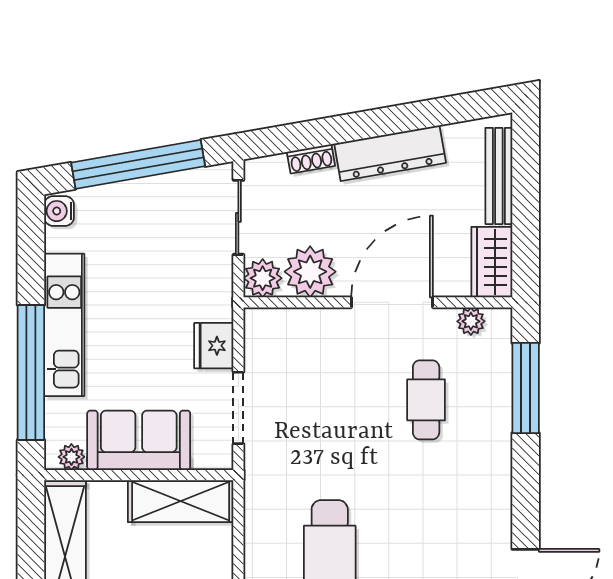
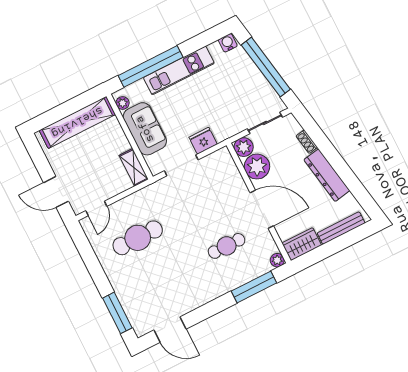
plant: (471, 321) -> (277, 260), moved
shelving: (181, 501) -> (134, 167), width x0.67, depth x0.75

